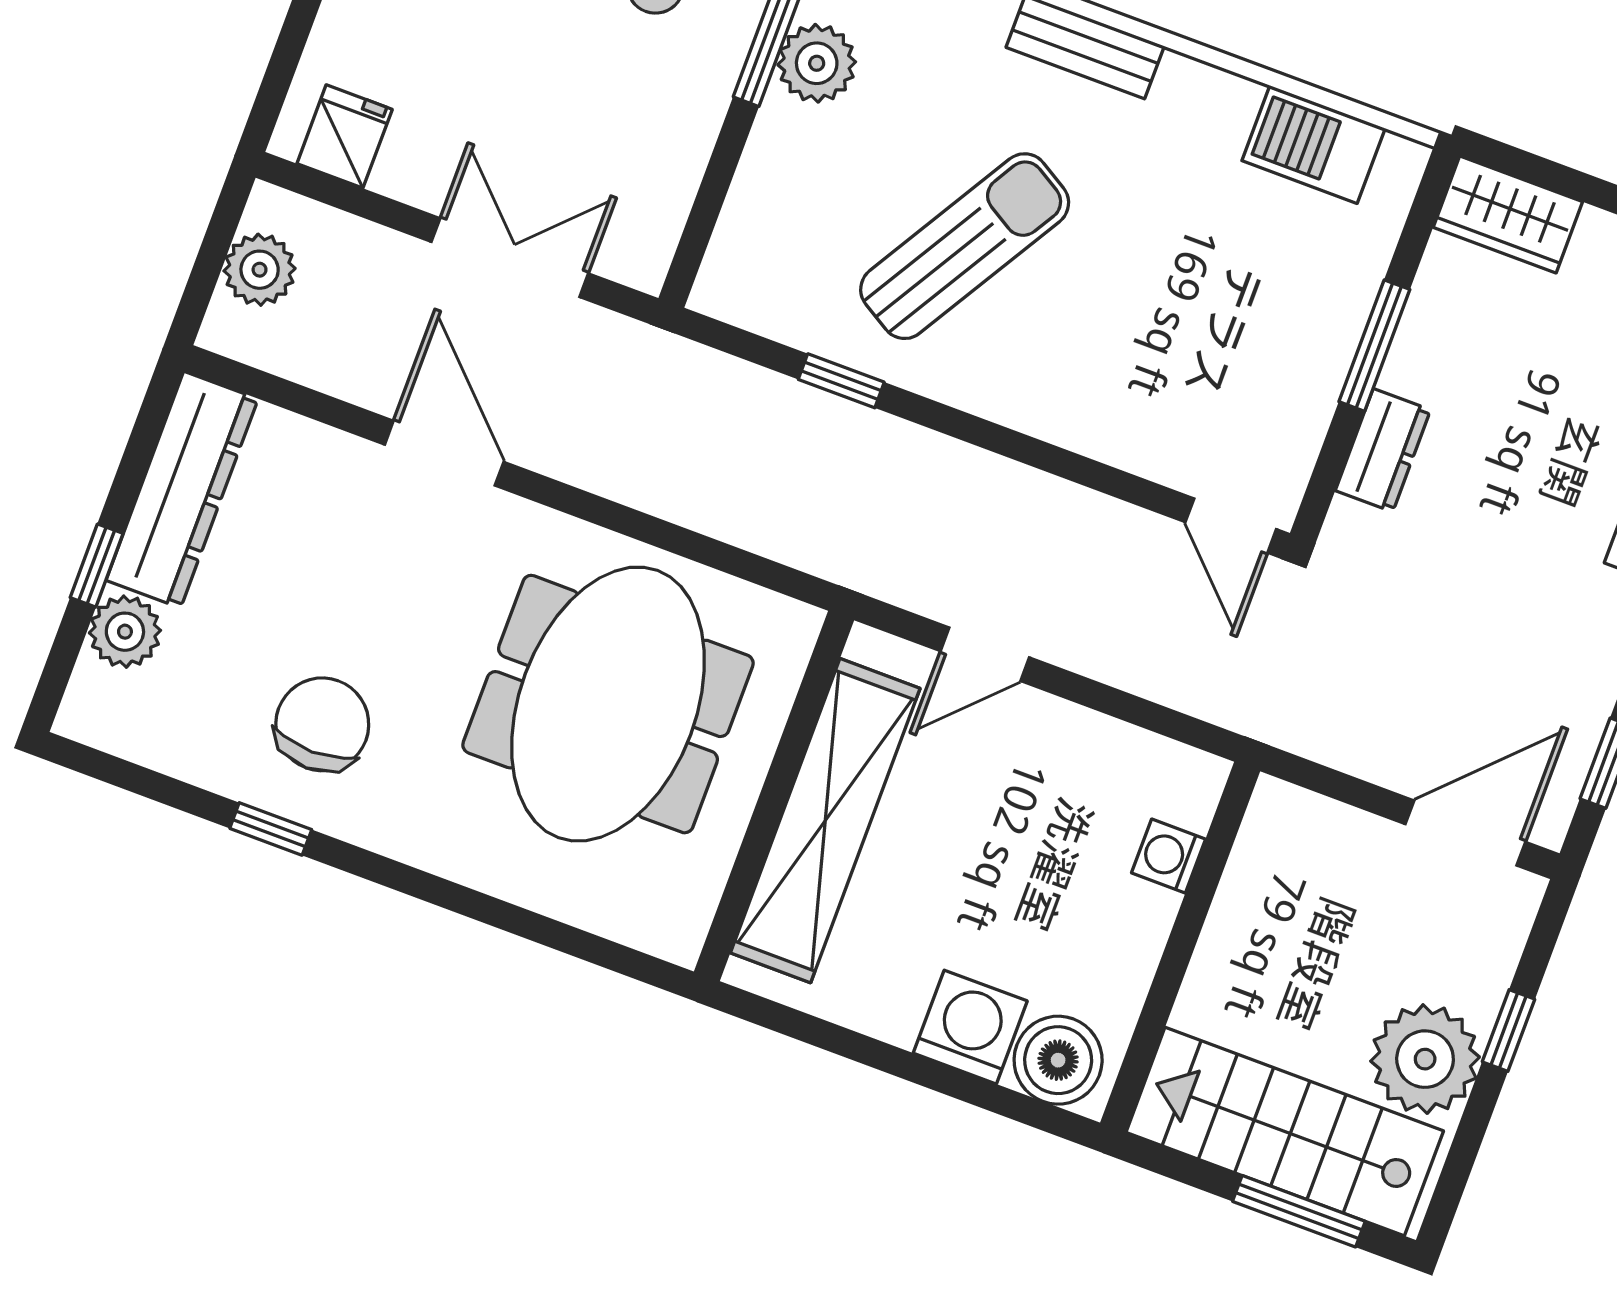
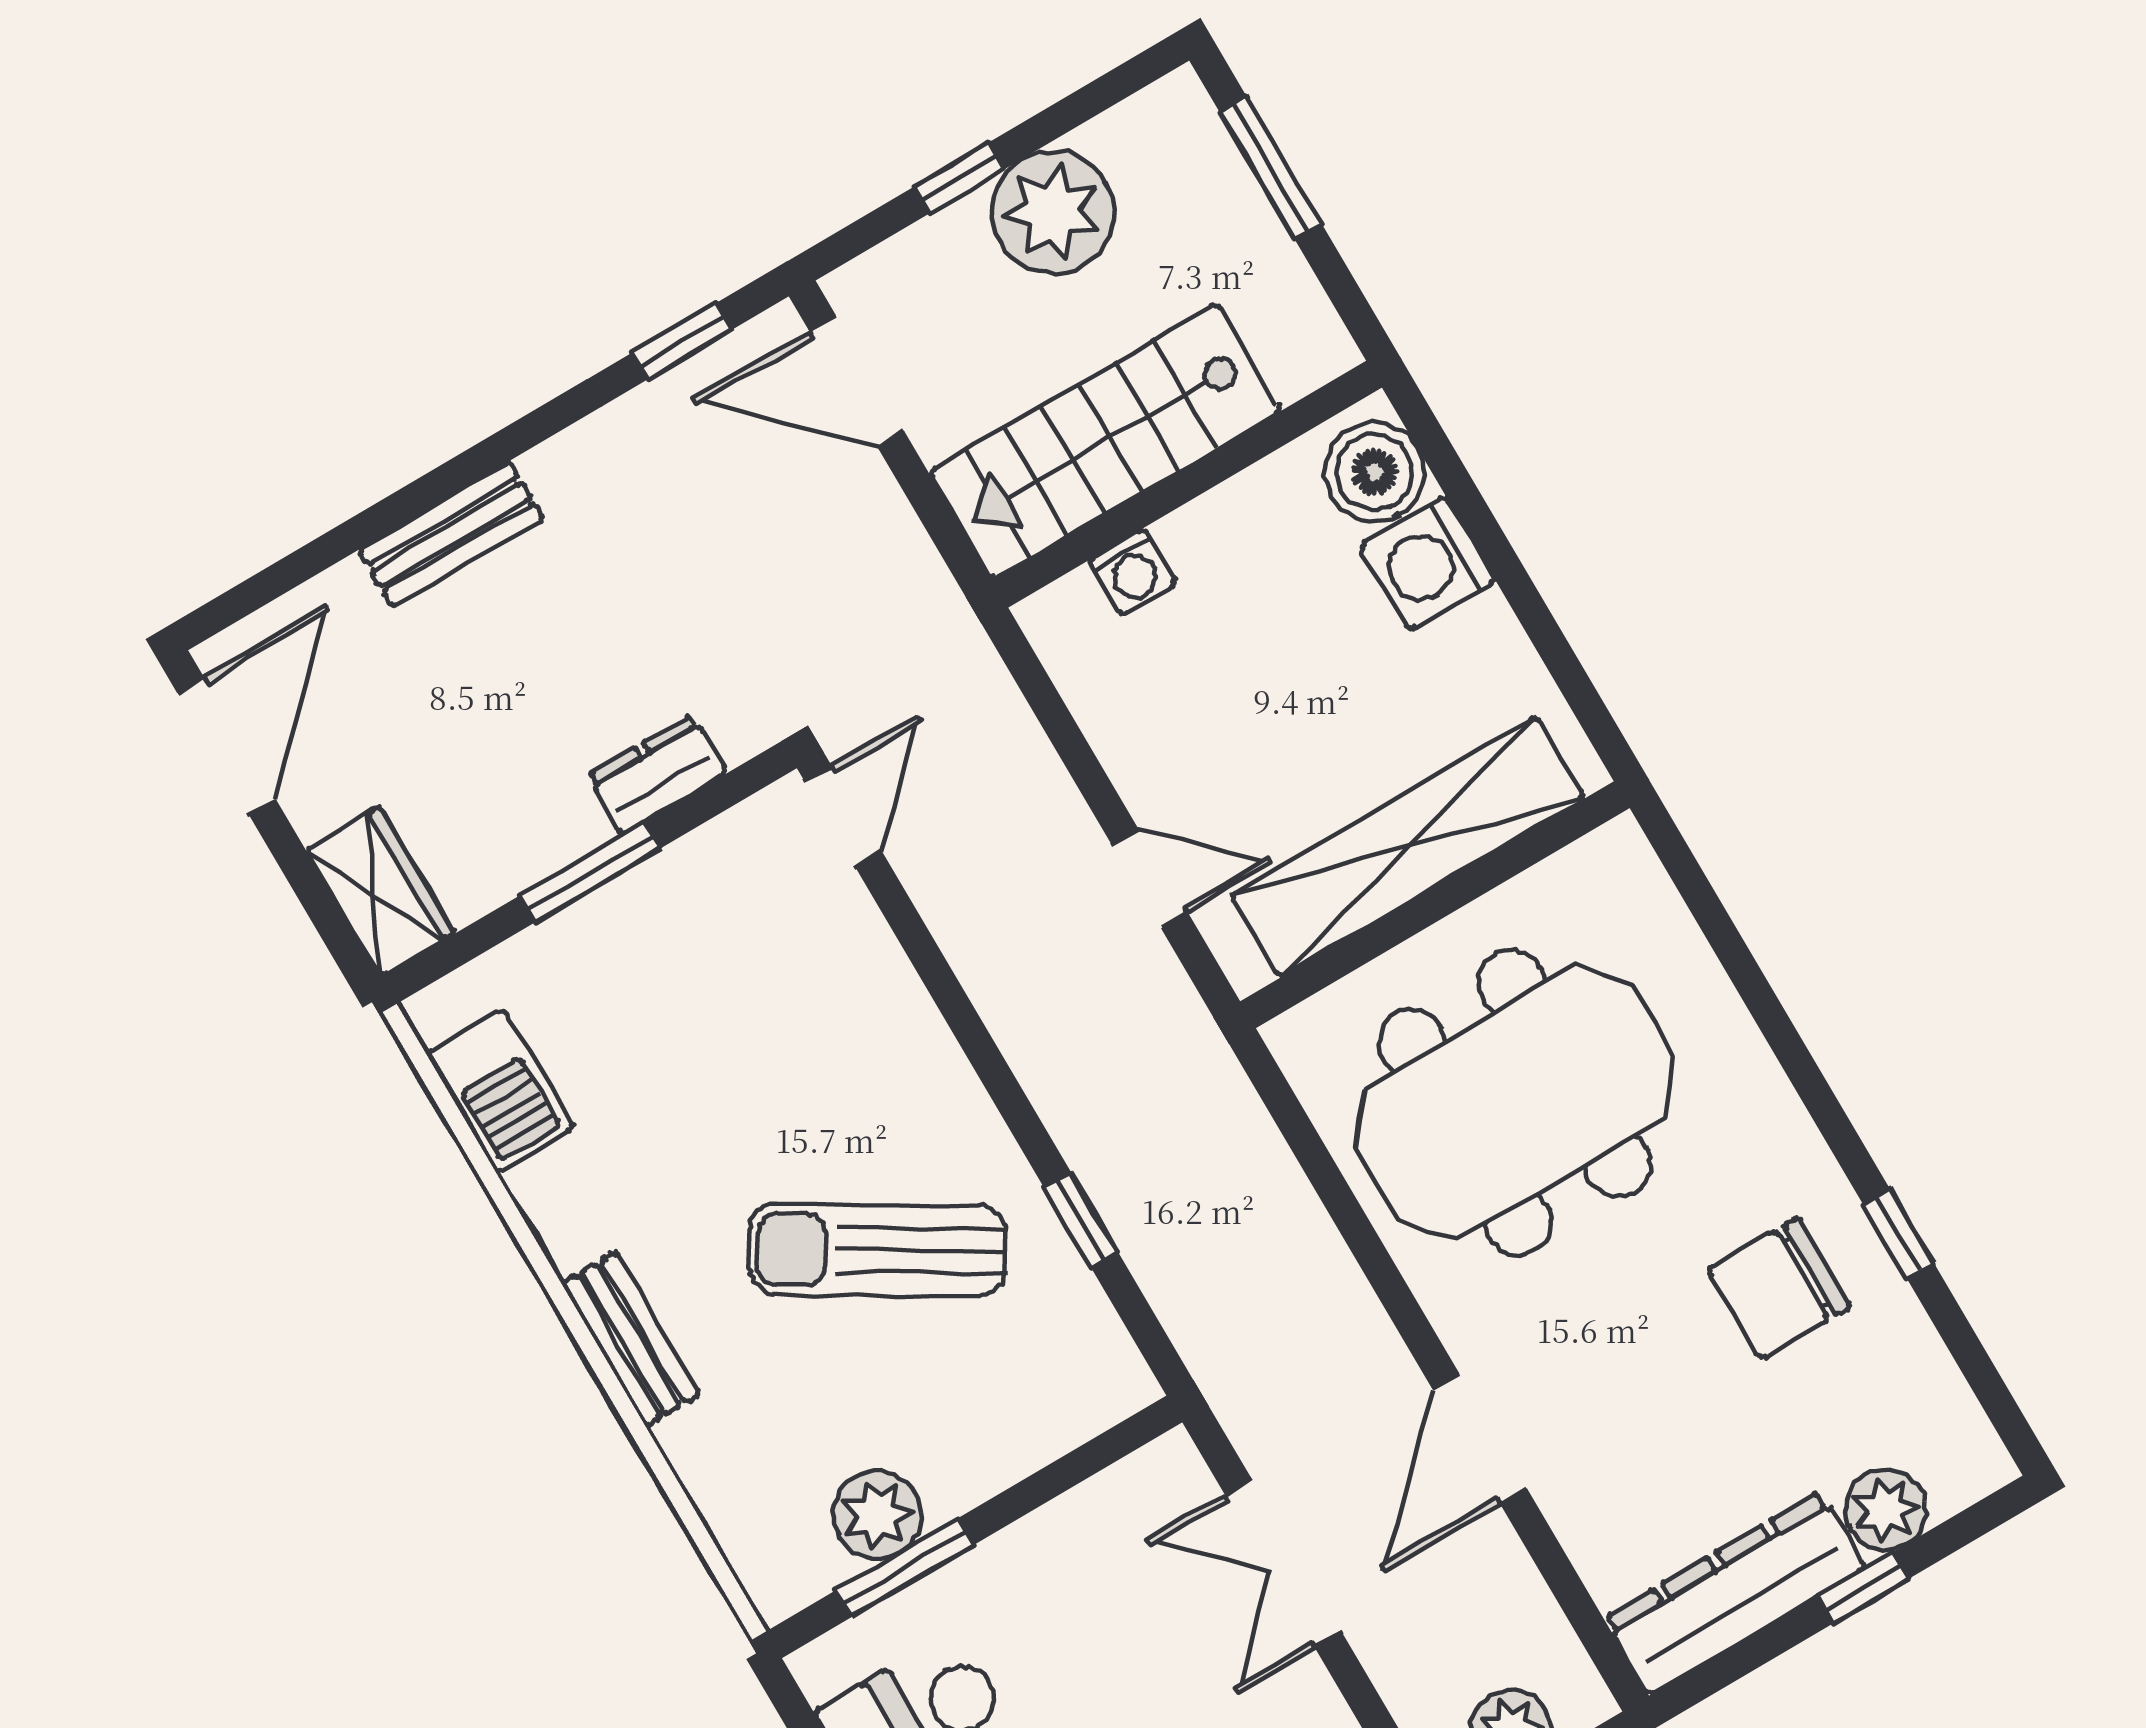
stairs: (1285, 1132) -> (1105, 442), moved, turned 90

